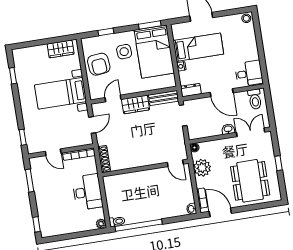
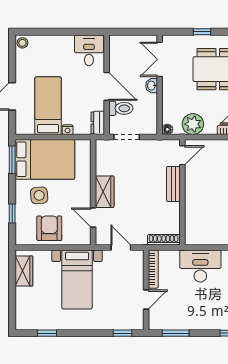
armchair: (99, 64) -> (49, 228), turned -84
door: (222, 93) -> (107, 86), hinge flipped
bench: (164, 98) -> (173, 184), moved
toilet: (255, 99) -> (121, 108), moved

